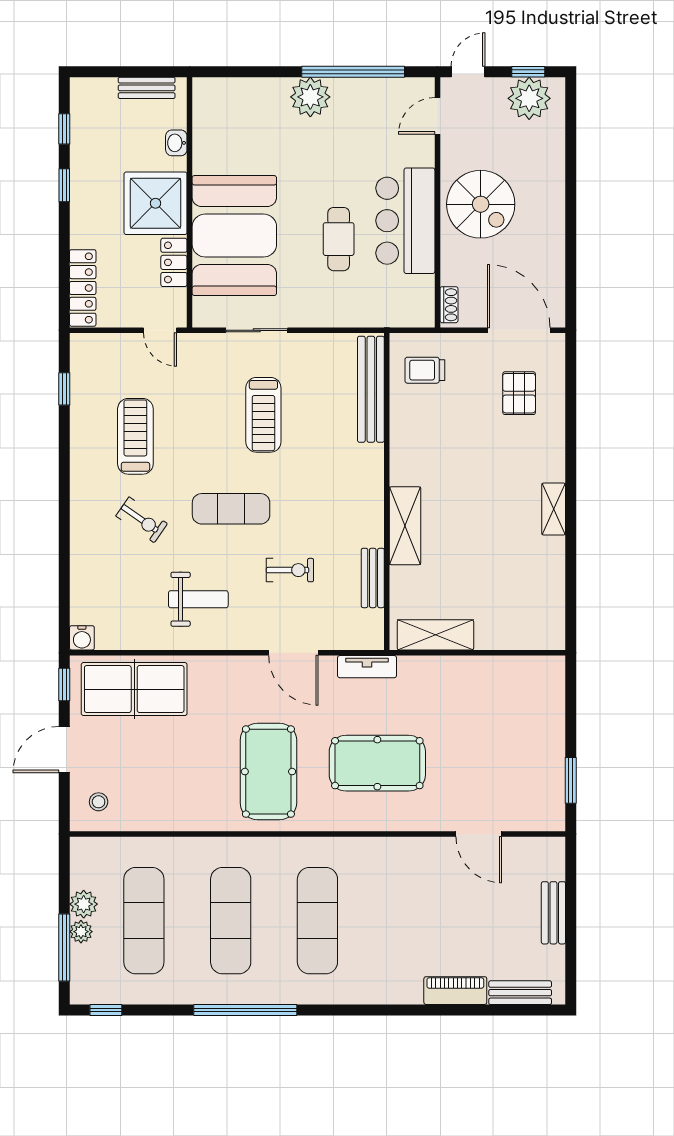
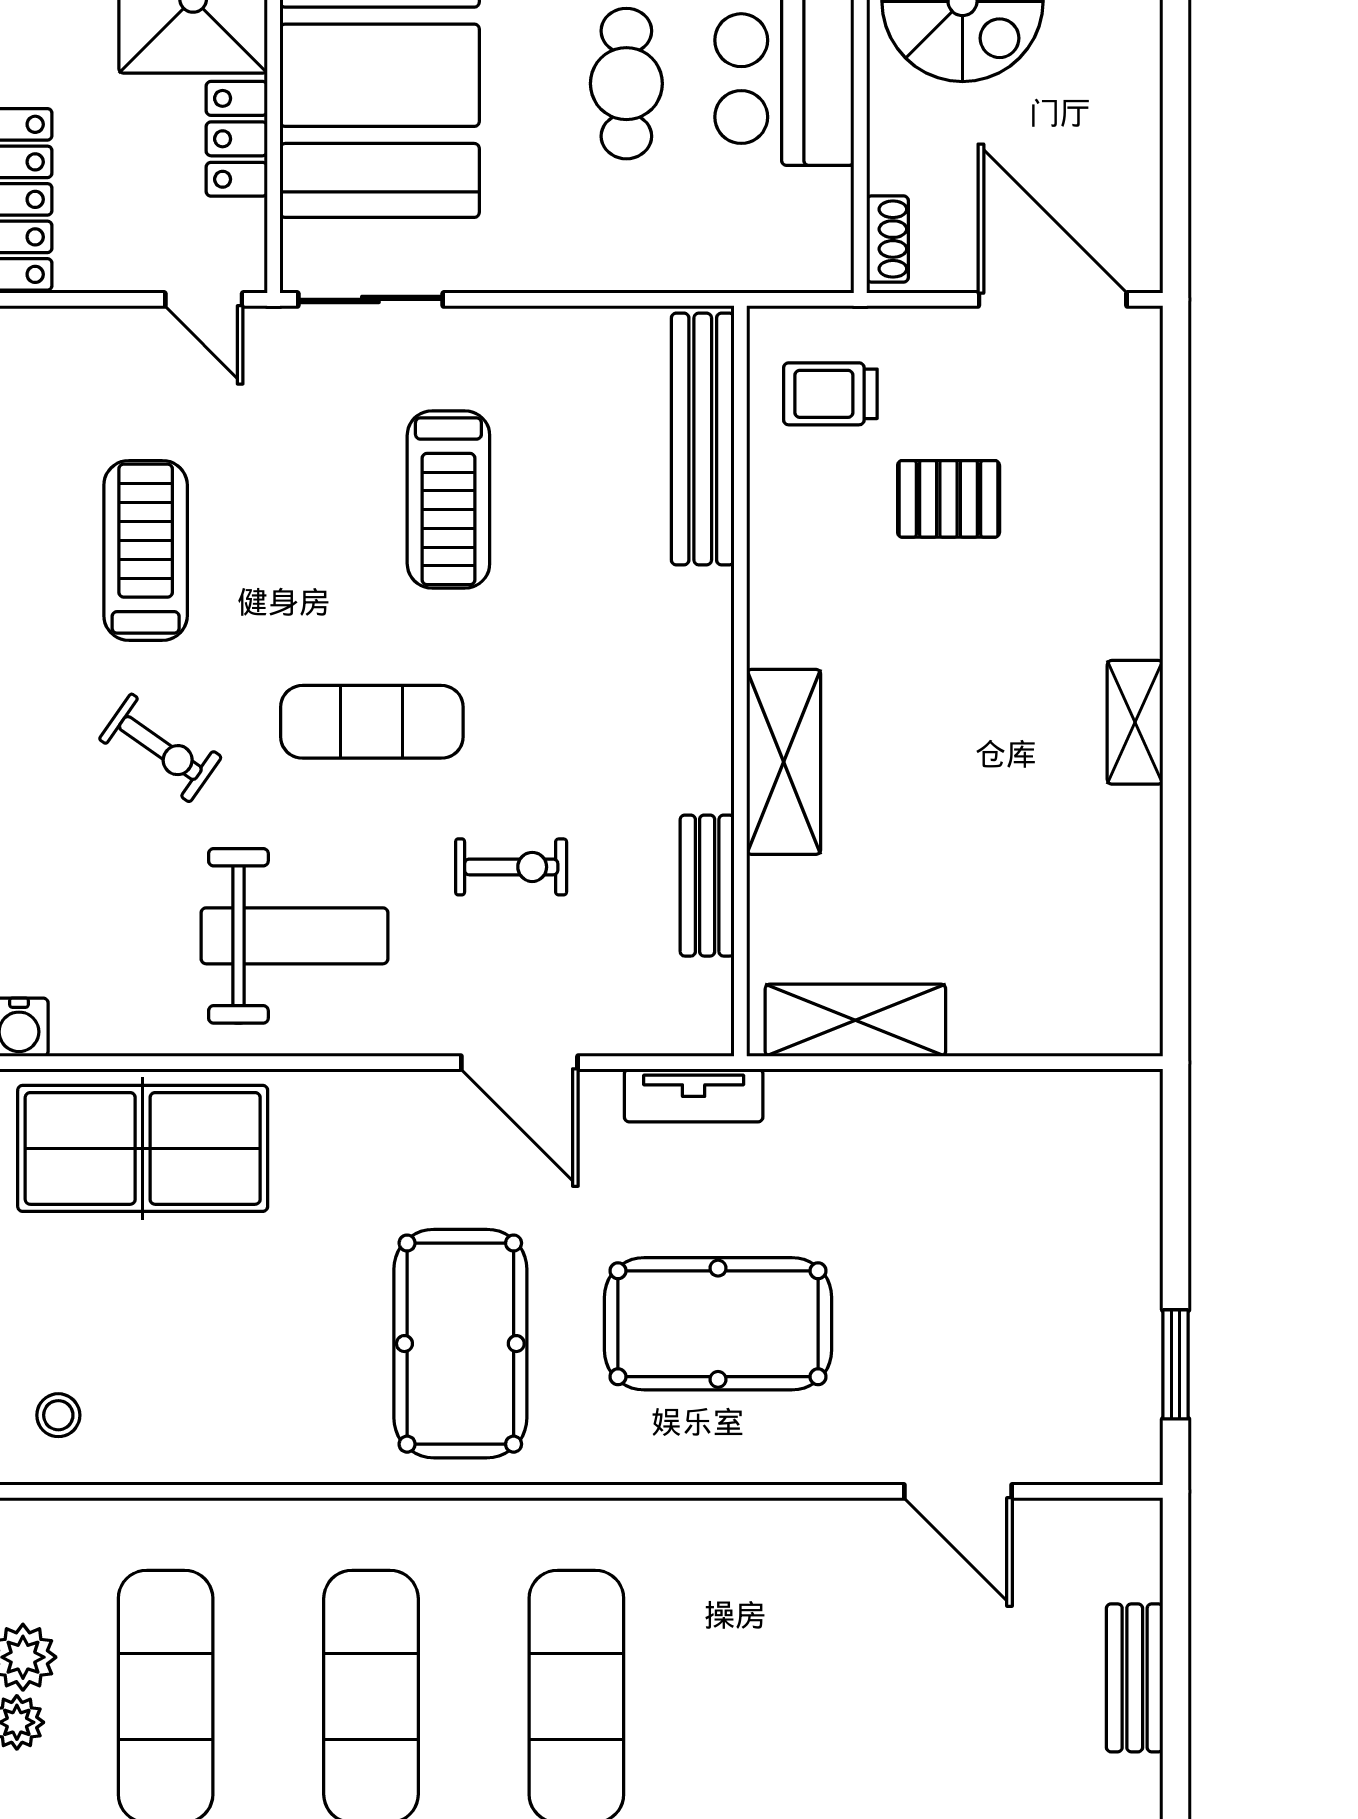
sliding door: (257, 330) -> (370, 299), moved
pallet: (519, 393) -> (949, 499), moved, turned 90
weight bench: (198, 599) -> (294, 936), width x1.36, depth x1.33

